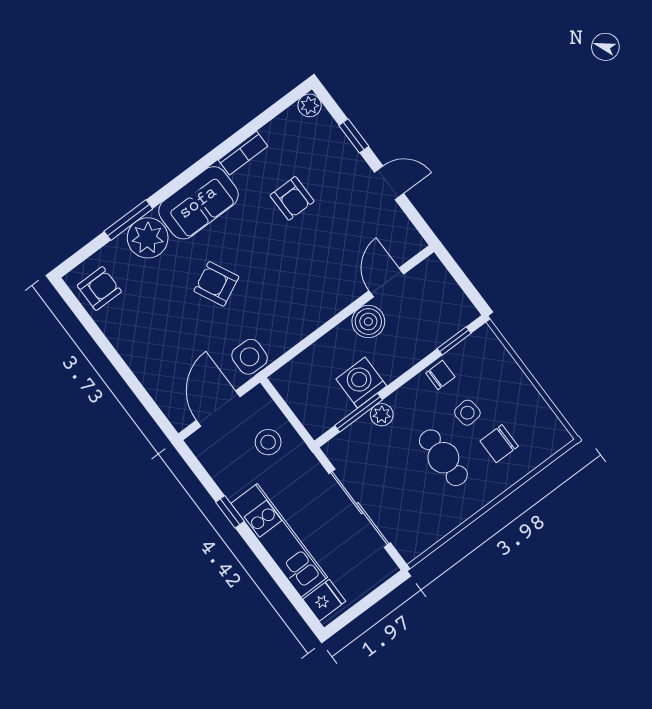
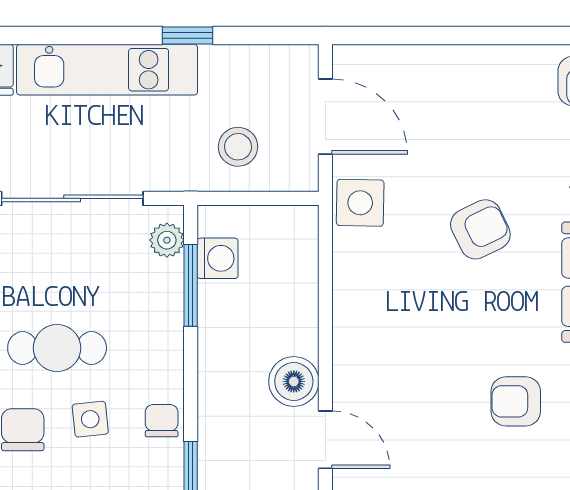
chair: (440, 375) -> (162, 421), turned 180
washing machine: (361, 382) -> (218, 258), moved, width x0.73, depth x0.73
plant: (382, 415) -> (167, 240), moved

